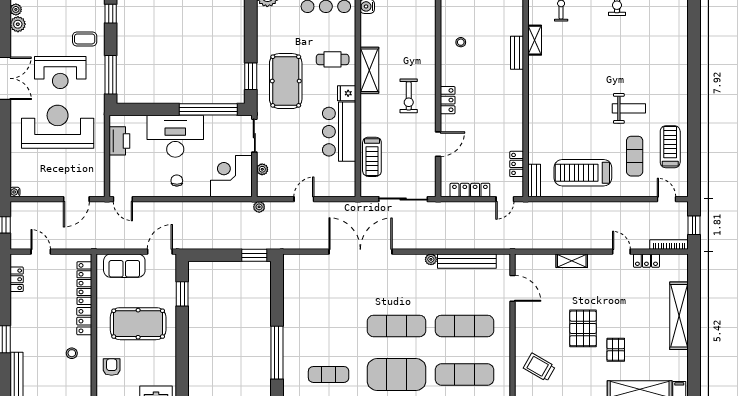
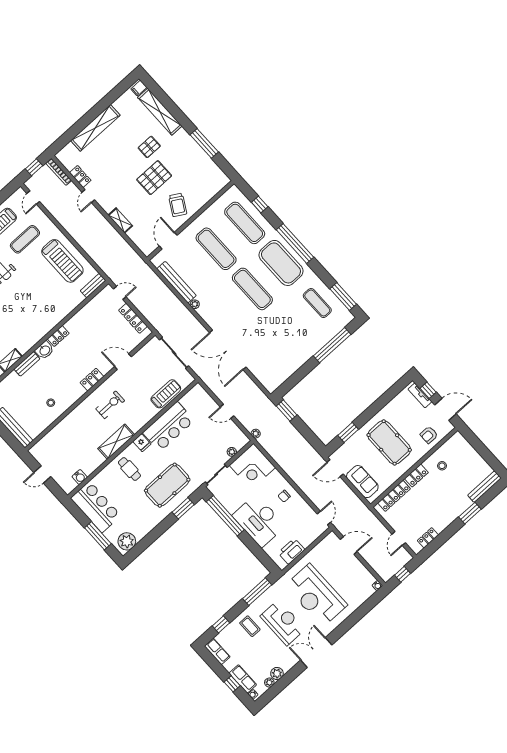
washbasin: (515, 81) -> (45, 350), added
locker: (517, 164) -> (58, 336), moved
trolley: (539, 367) -> (178, 205), moved

